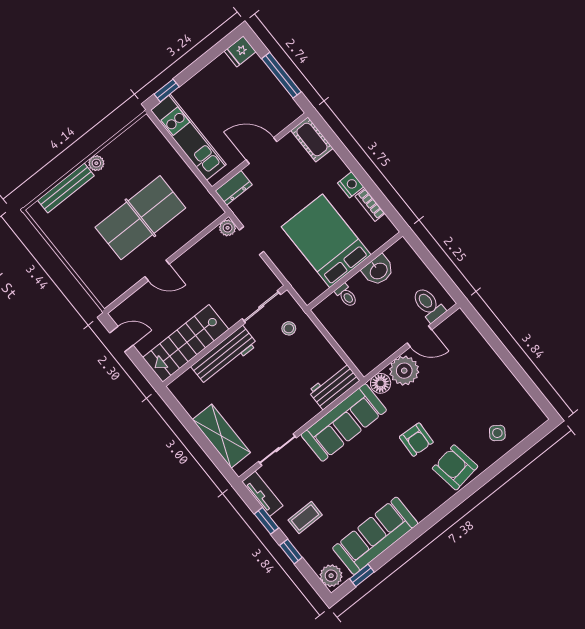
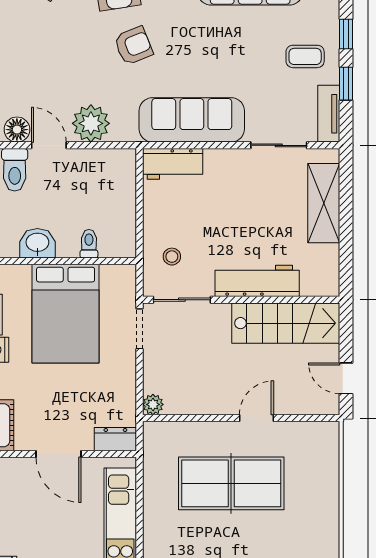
doorway: (251, 241) -> (139, 329), moved
door: (157, 270) -> (256, 418), hinge flipped
floor lamp: (381, 383) -> (17, 130), moved
armchair: (416, 440) -> (133, 46), turned 65

